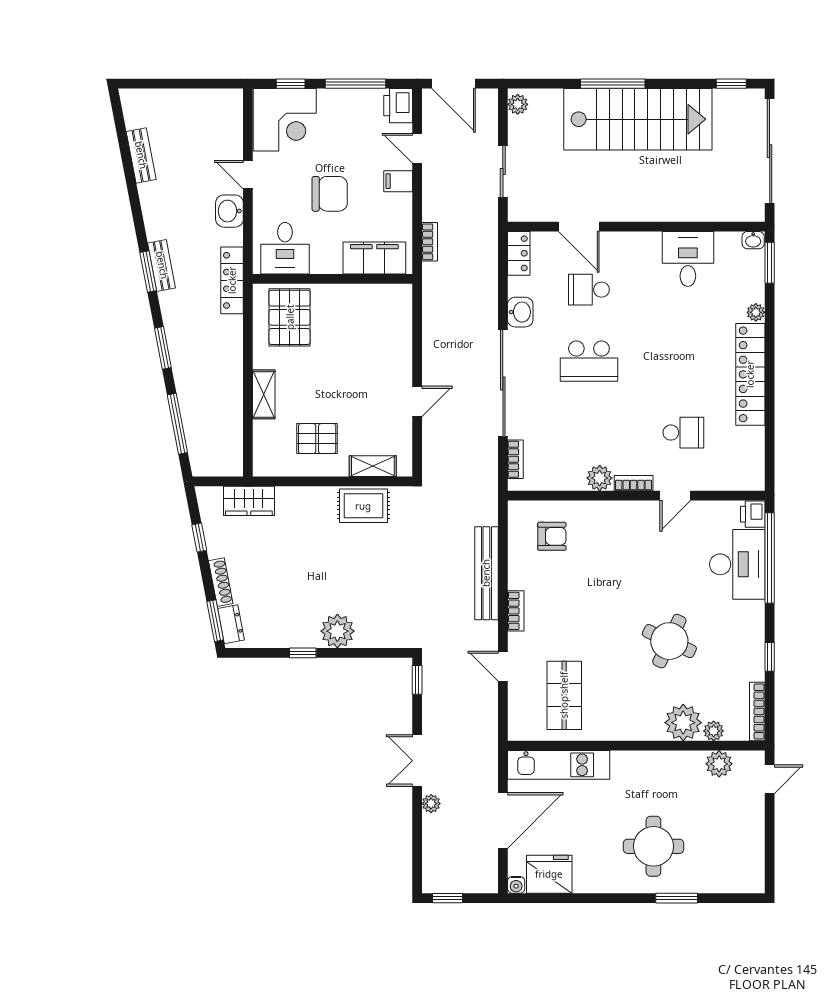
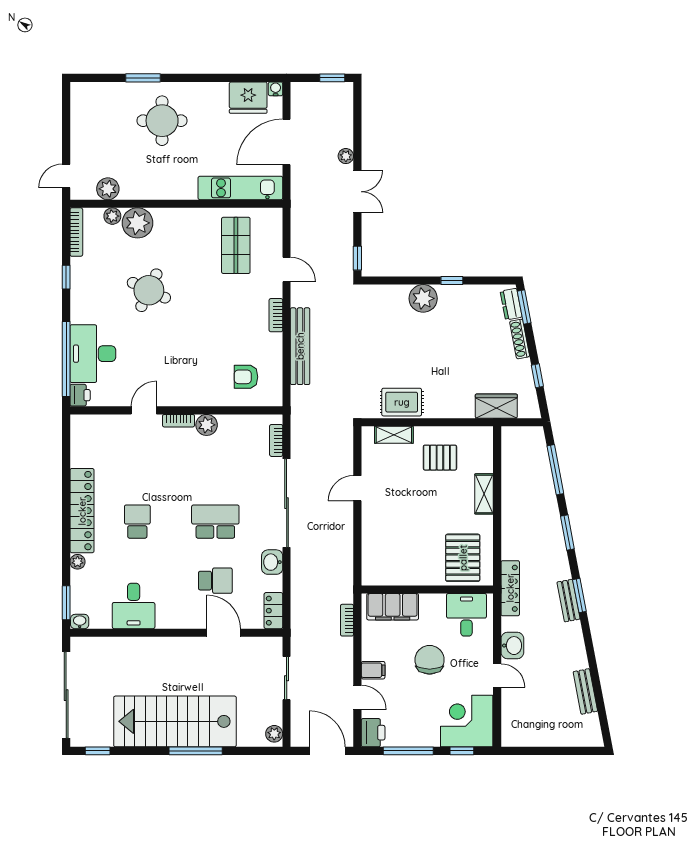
chair: (330, 194) -> (430, 660), turned 90
school desk: (683, 433) -> (137, 522), moved, turned 90

